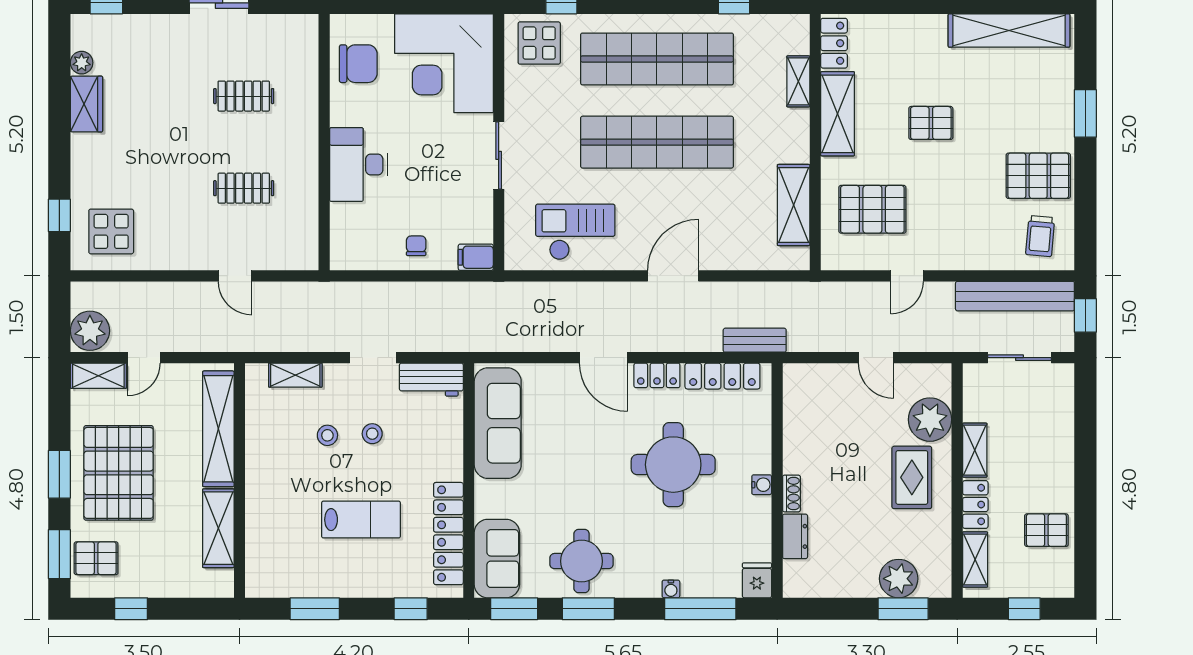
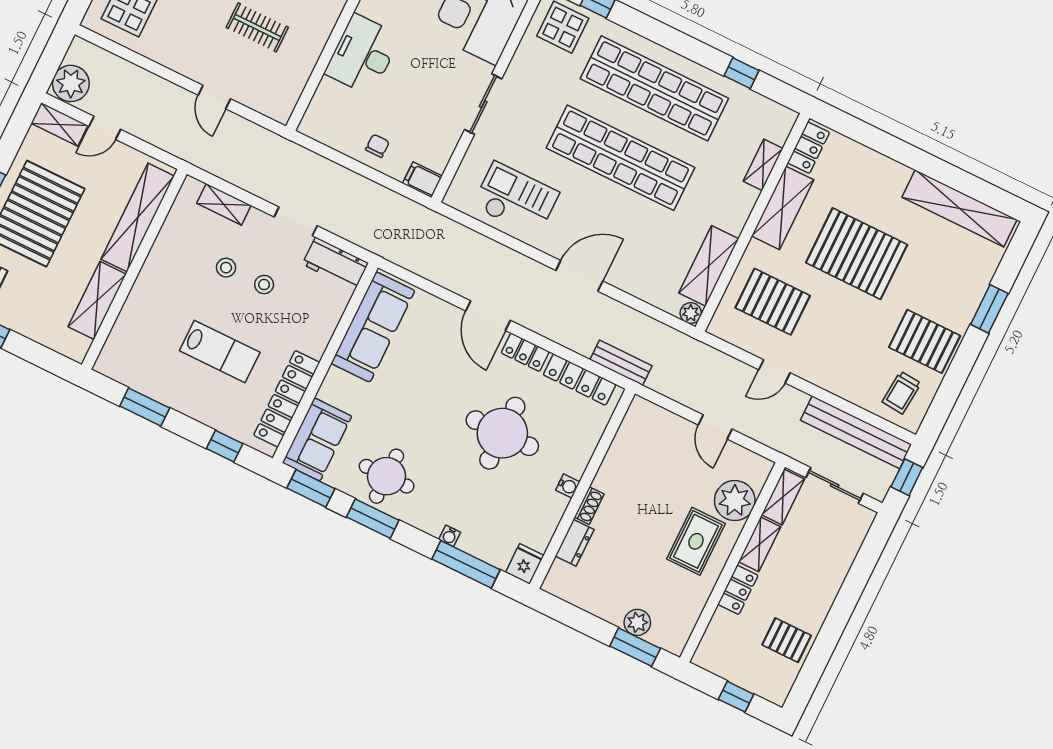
pallet: (931, 123) -> (857, 254), width x2.05, depth x2.00
plant: (799, 259) -> (691, 313), added
shelving: (975, 559) -> (783, 497), moved
plant: (899, 579) -> (637, 622), width x0.73, depth x0.73

